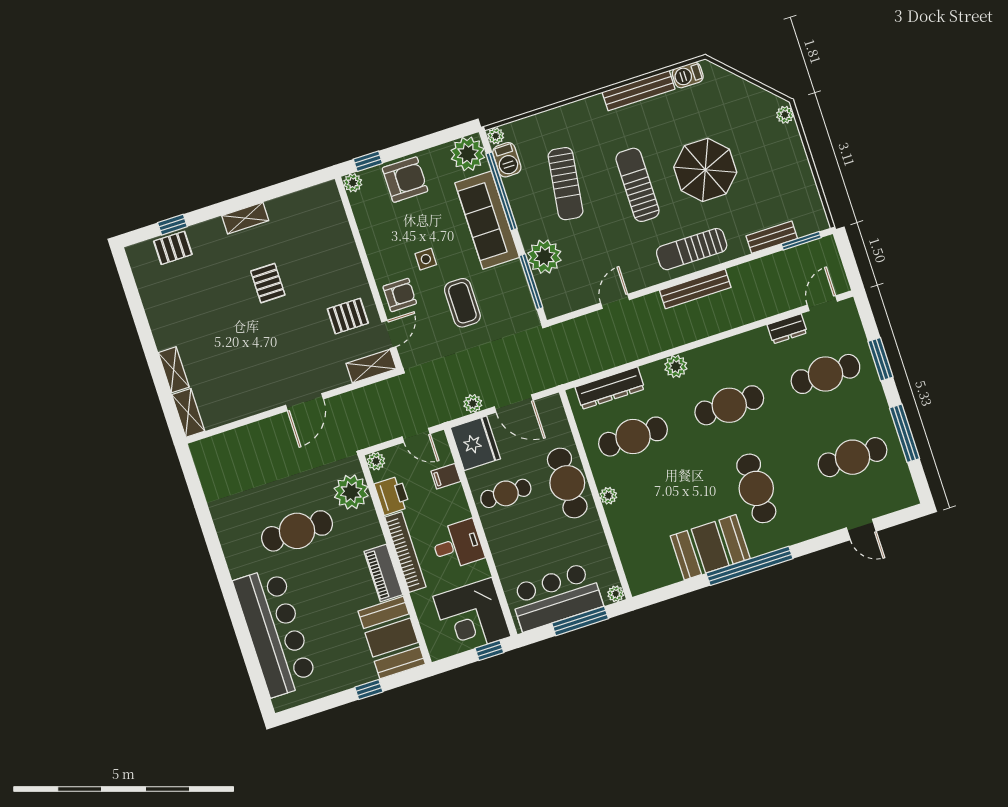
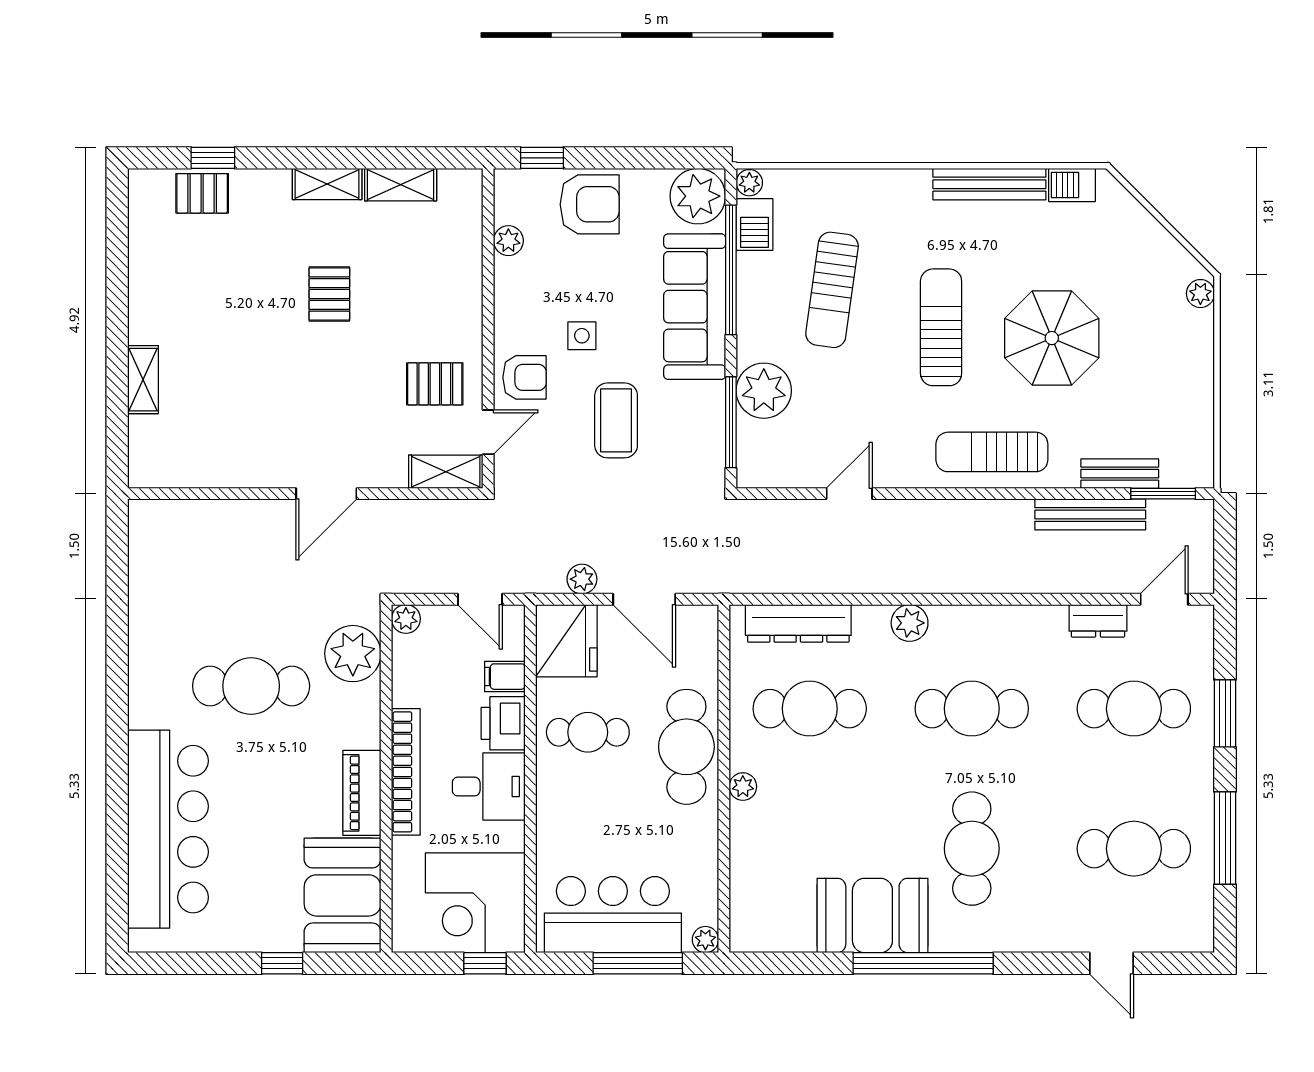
plant: (353, 183) -> (508, 241), moved
bench: (695, 289) -> (1090, 514), moved
shelving: (188, 413) -> (401, 185), moved, turned 90
printer: (392, 495) -> (503, 723), moved, turned 180

